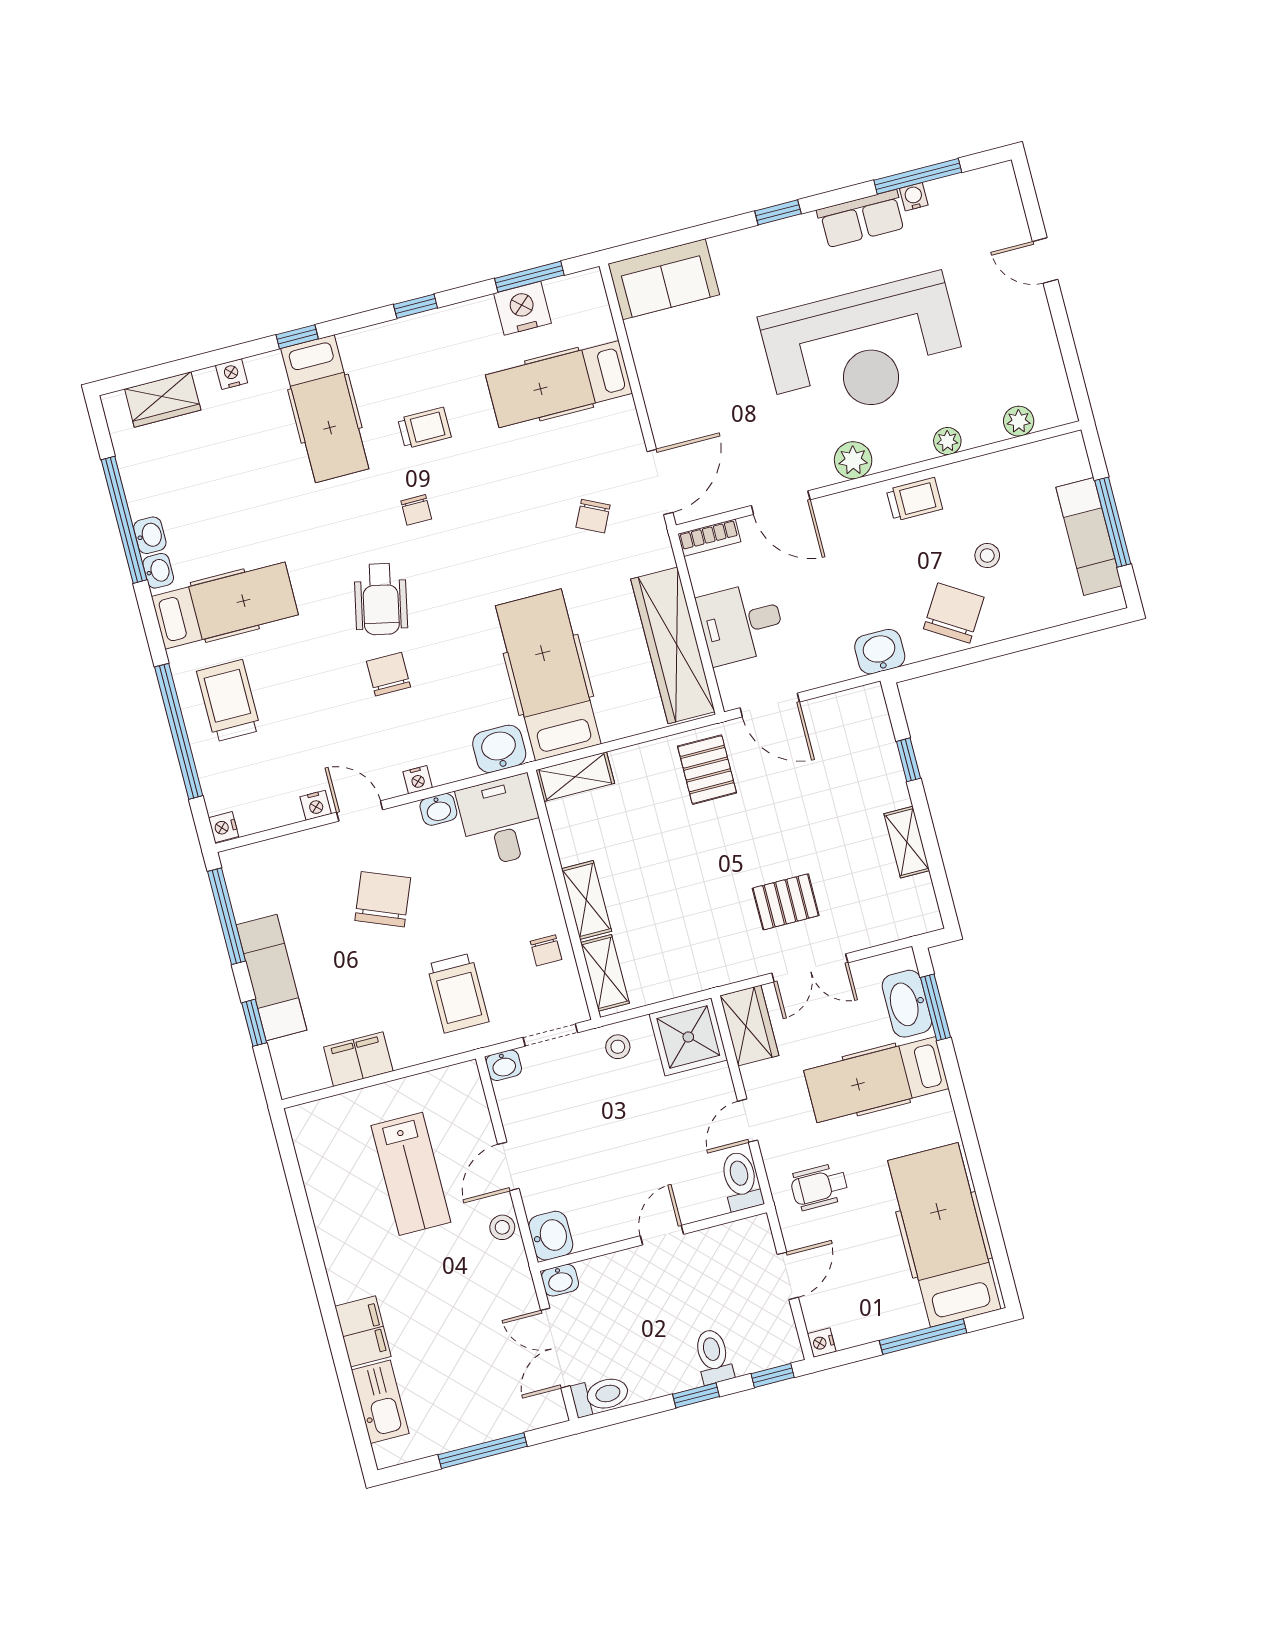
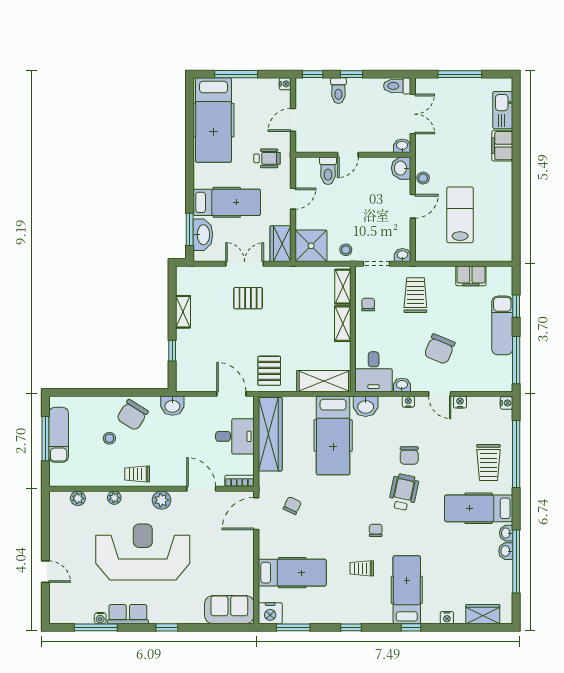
nightstand: (522, 308) -> (270, 613), moved
shelving: (575, 777) -> (324, 381), width x1.50, depth x1.33
toilet: (741, 1181) -> (328, 171), moved

